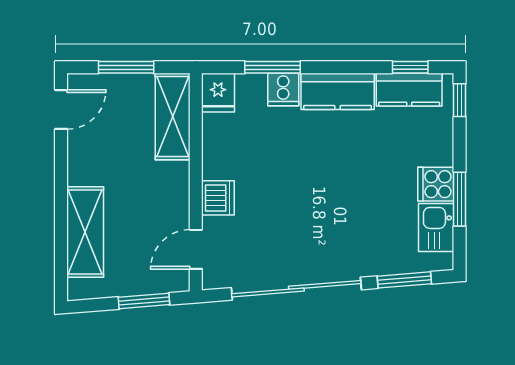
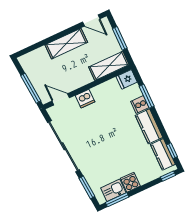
window: (460, 199) -> (117, 200), moved
shelving: (85, 232) -> (66, 44), moved
window: (144, 301) -> (31, 88), width x1.44

